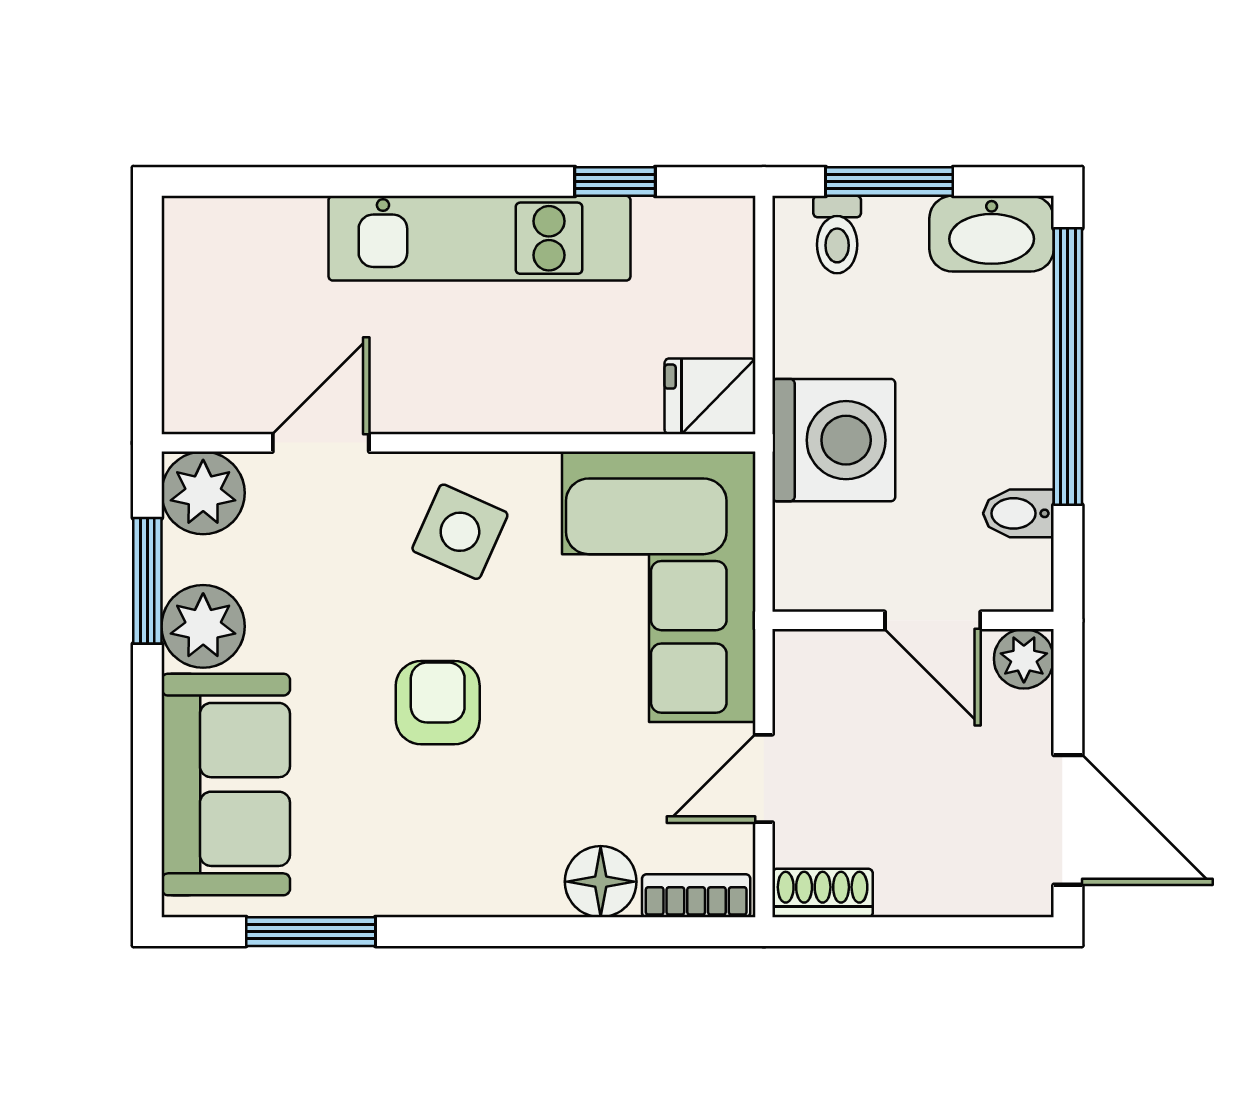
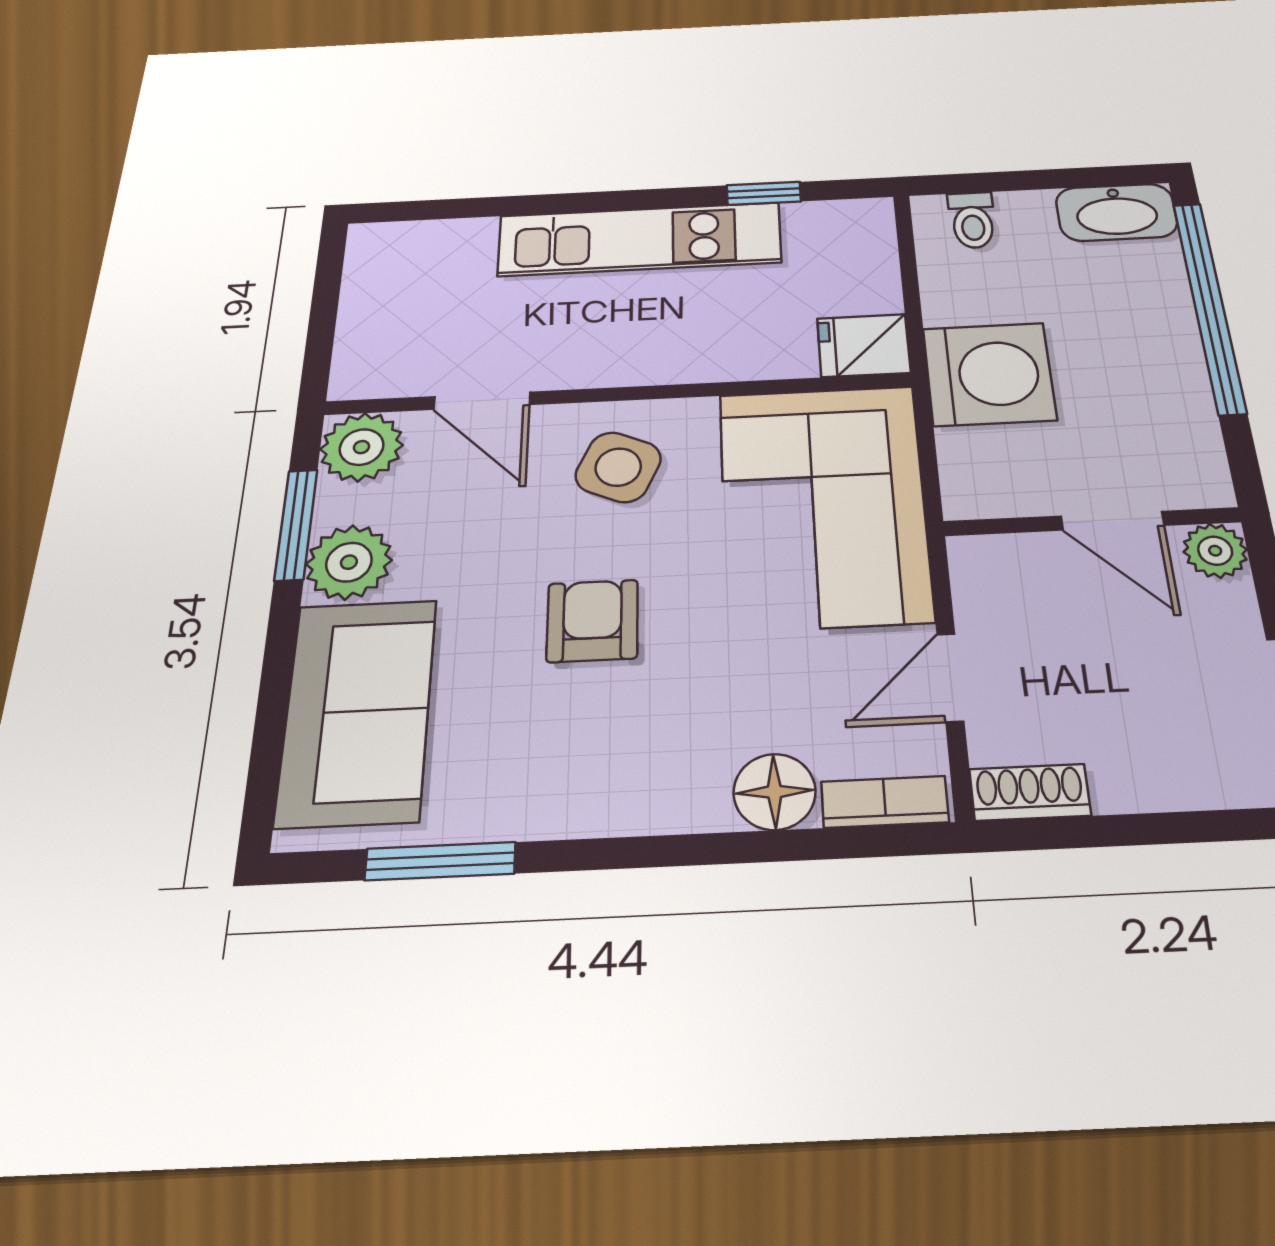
window: (889, 181) -> (1015, 181), removed
door: (321, 443) -> (482, 401), swing flipped
bidet: (1018, 513) -> (1184, 425), removed

